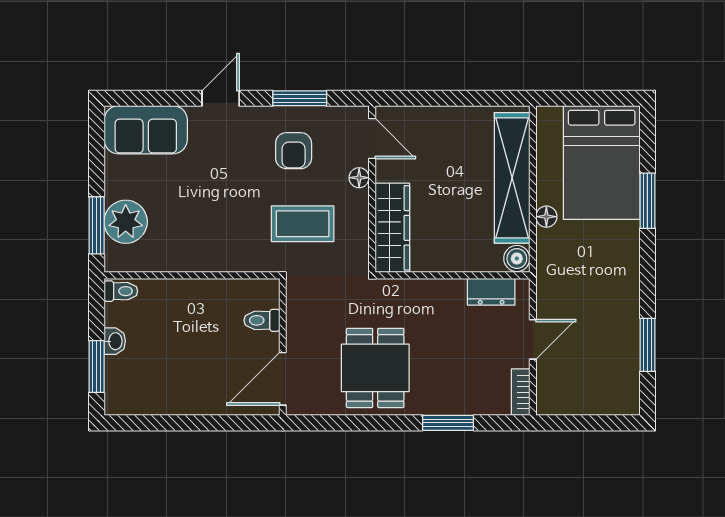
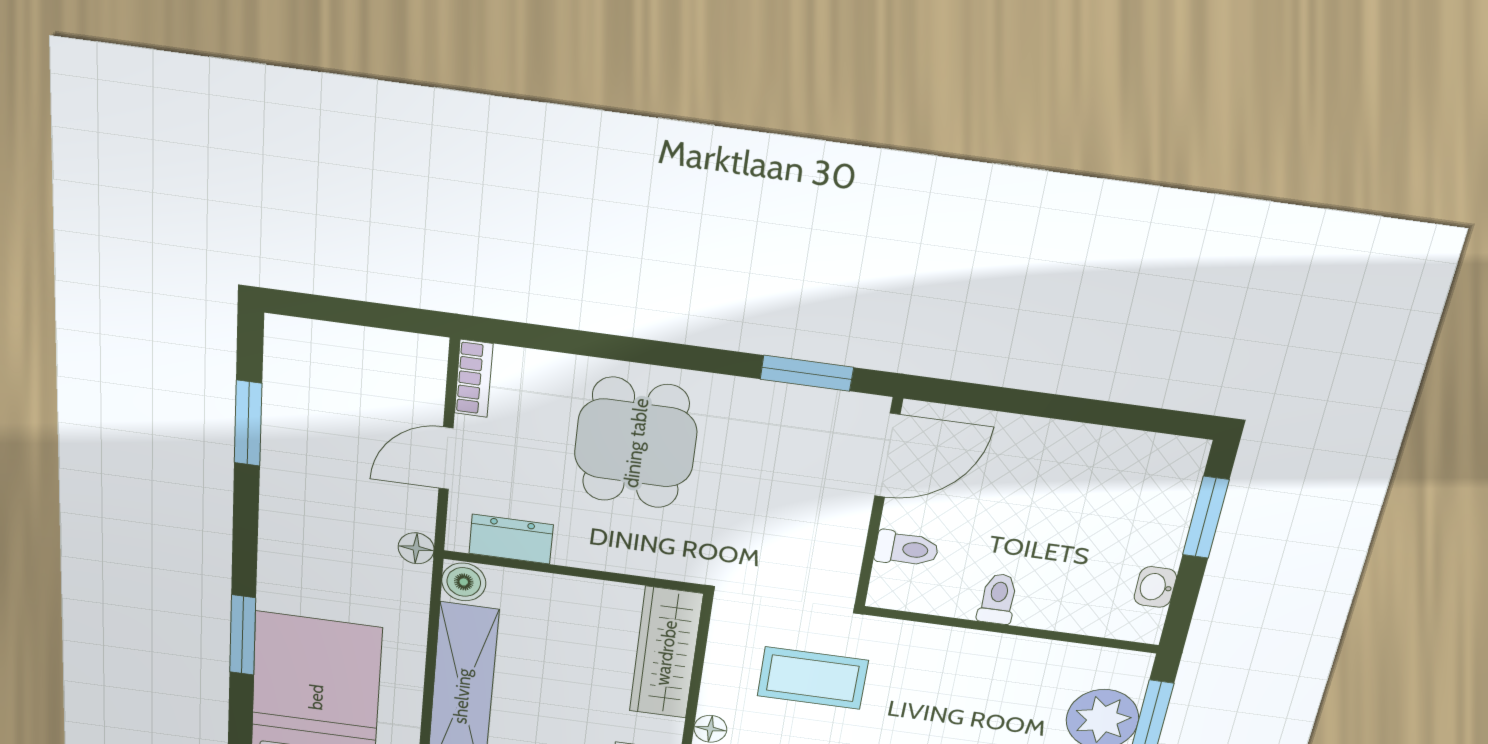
floor lamp: (546, 217) -> (416, 548), moved
toilet: (121, 291) -> (998, 599), moved, turned 90
washbasin: (115, 341) -> (1155, 587), moved
dining table: (375, 368) -> (636, 443), moved
window: (448, 423) -> (807, 373), moved

